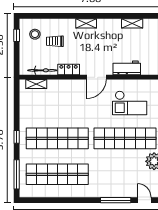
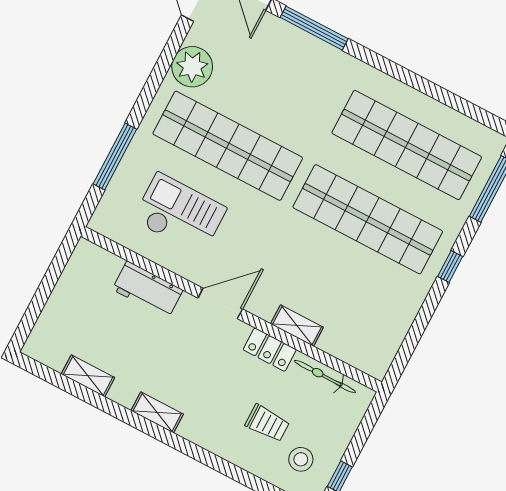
shelving: (86, 23) -> (157, 412), moved
shelving: (36, 84) -> (297, 326), moved

